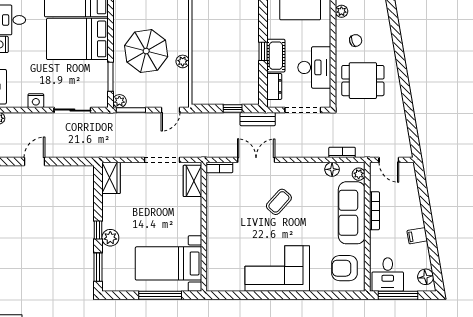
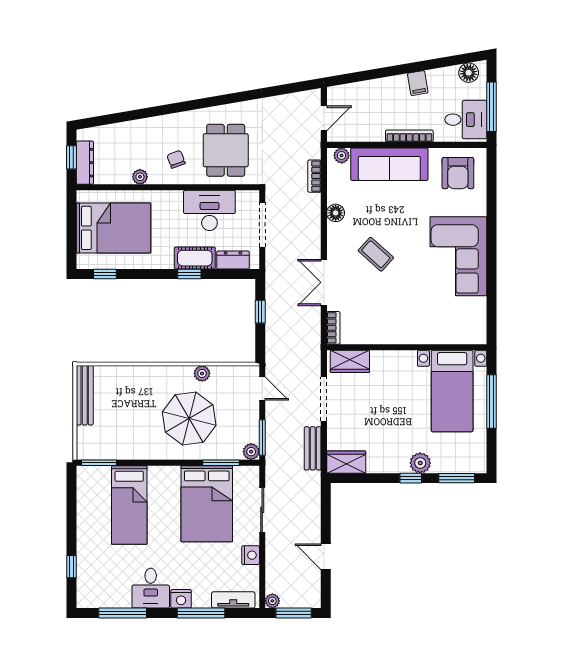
bed: (77, 39) -> (207, 504), moved
bench: (258, 119) -> (313, 448), moved
floor lamp: (332, 169) -> (336, 213), moved
bookcase: (374, 211) -> (409, 136), moved

